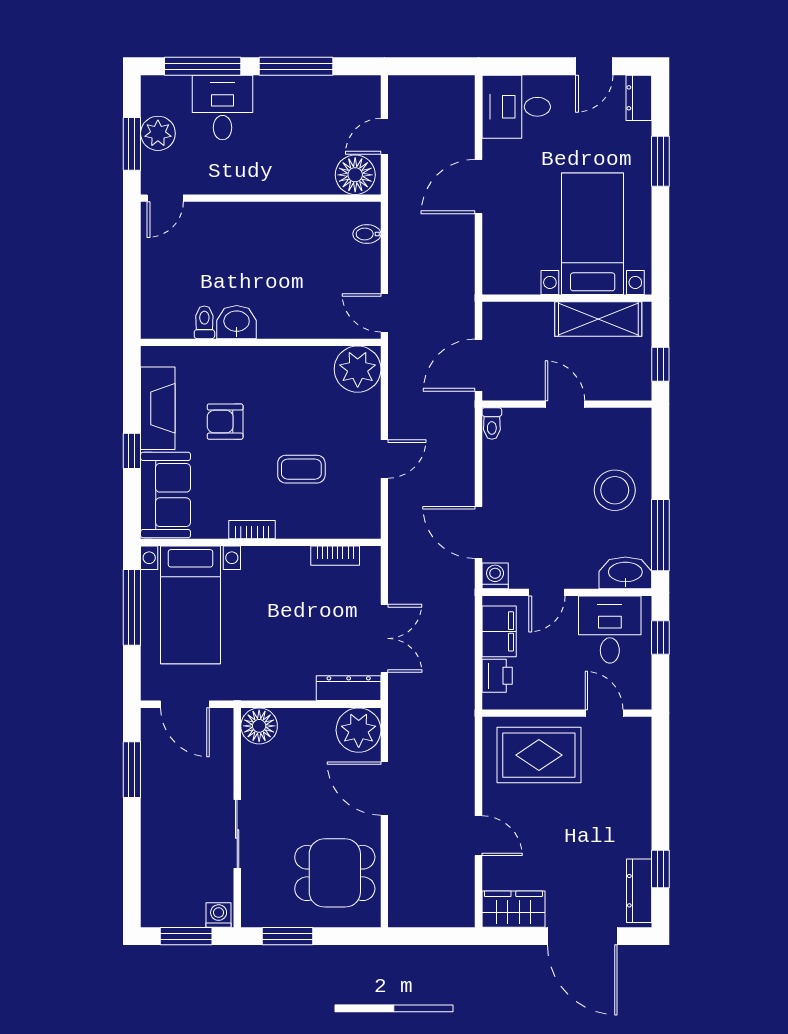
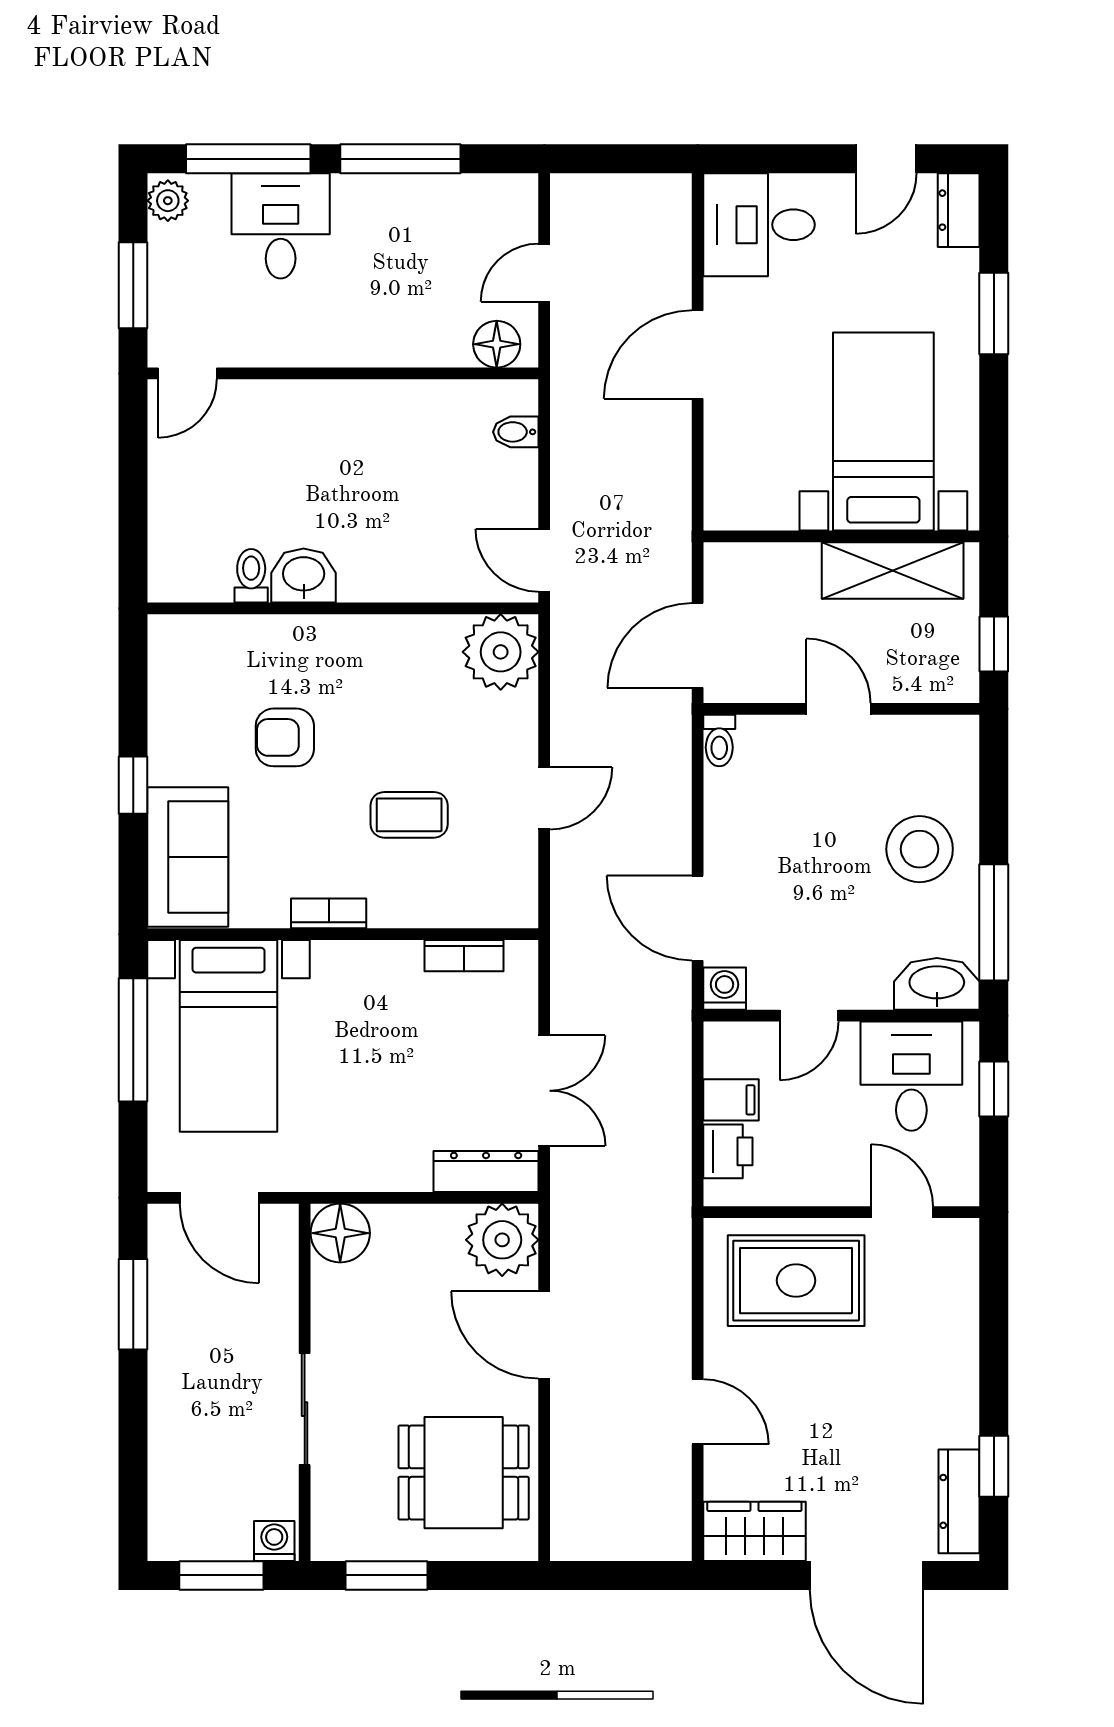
plant: (158, 133) -> (168, 201), moved, width x0.73, depth x0.73
floor lamp: (355, 175) -> (497, 344), width x0.73, depth x0.73
fireplace: (158, 408) -> (175, 716), removed
filing cabinet: (499, 631) -> (731, 1100), width x0.50

